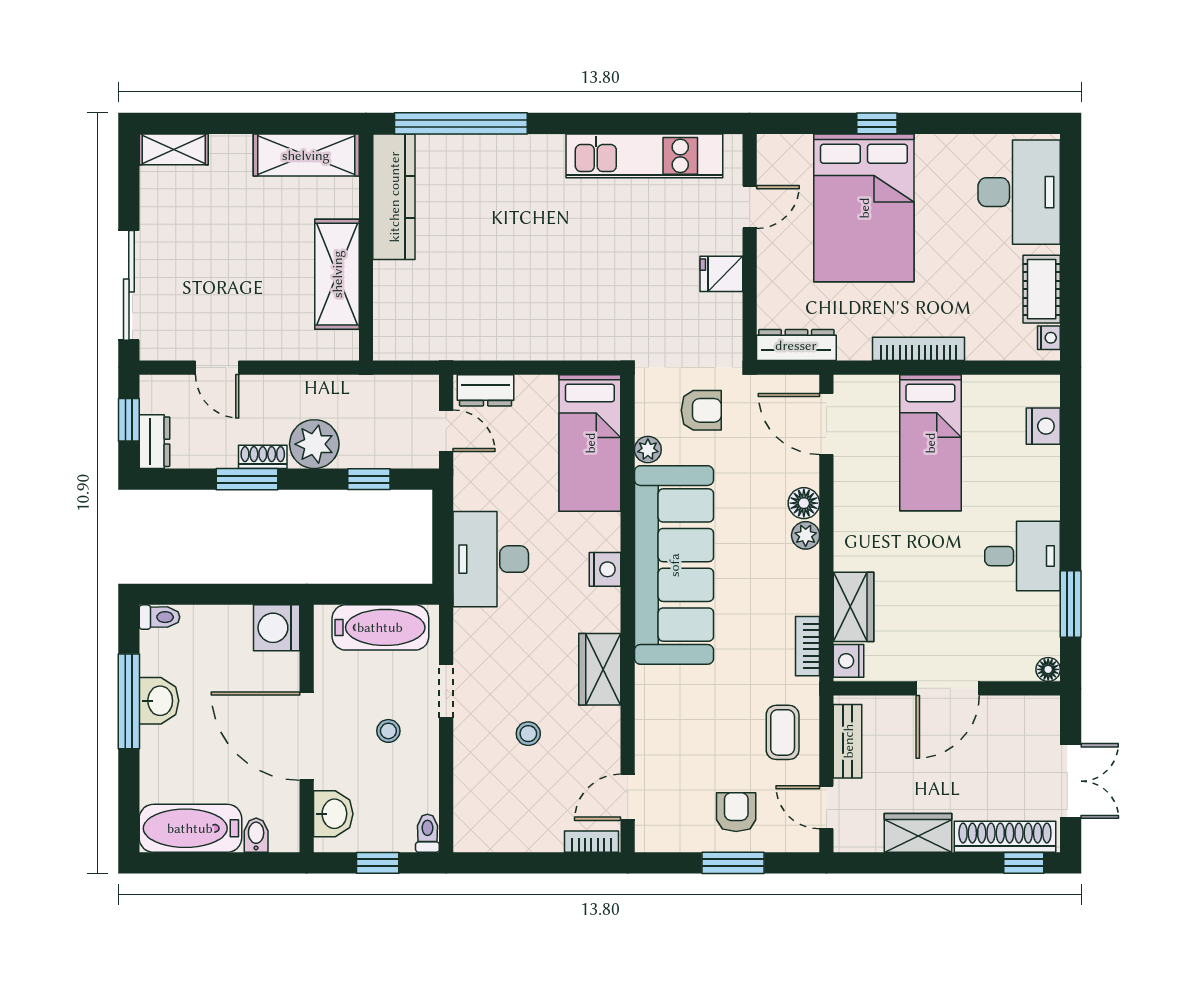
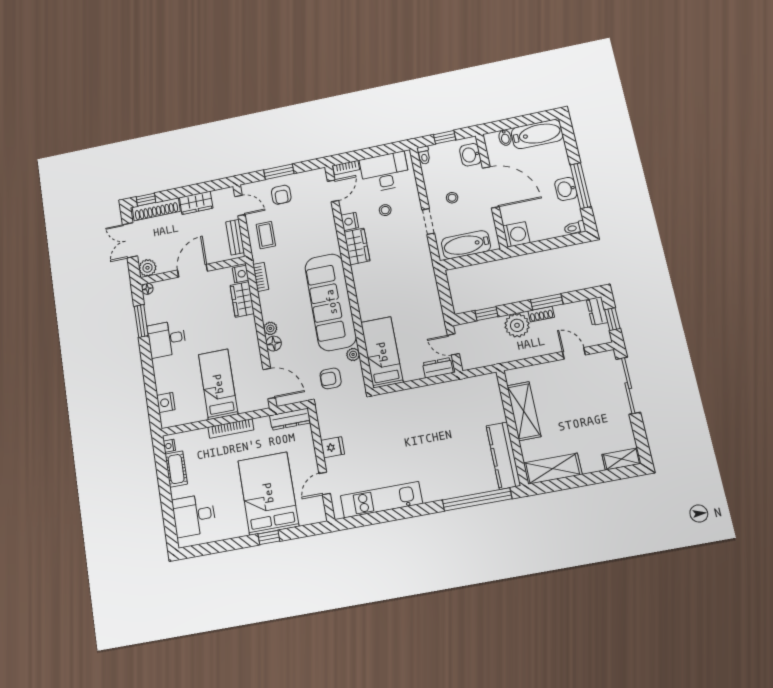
desk: (1019, 192) -> (194, 515), width x0.73
desk: (491, 559) -> (385, 172), moved, turned -90
nightstand: (605, 569) -> (350, 221), moved
plant: (1041, 714) -> (147, 268), added

